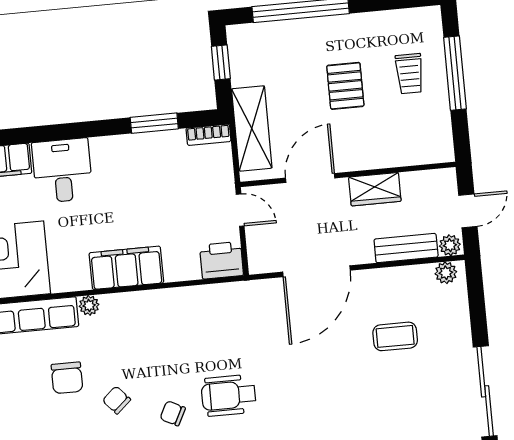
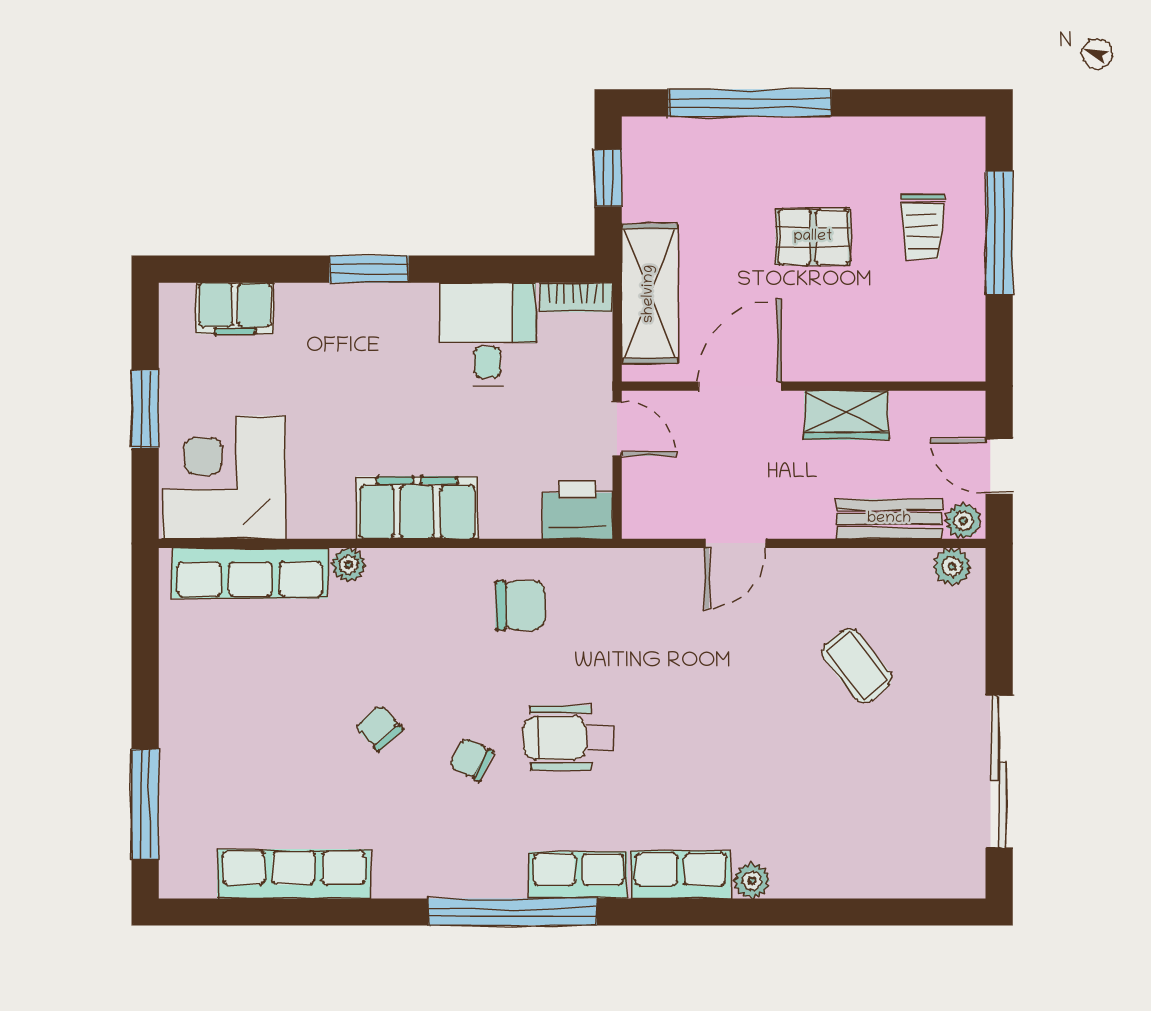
pallet: (345, 86) -> (813, 237), turned 90
window: (154, 123) -> (369, 269), moved
desk: (62, 171) -> (488, 334), moved
door: (468, 211) -> (999, 466), swing flipped
door: (316, 271) -> (735, 543), width x0.53
coffee table: (395, 336) -> (857, 665), turned 52
chair: (67, 378) -> (520, 605), moved, turned -90

